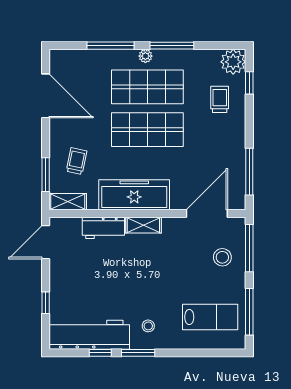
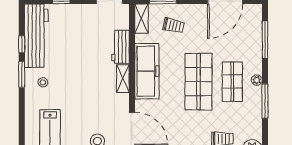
window: (110, 46) -> (265, 40), moved
shop shelf: (147, 87) -> (232, 82), width x0.70, depth x0.74

